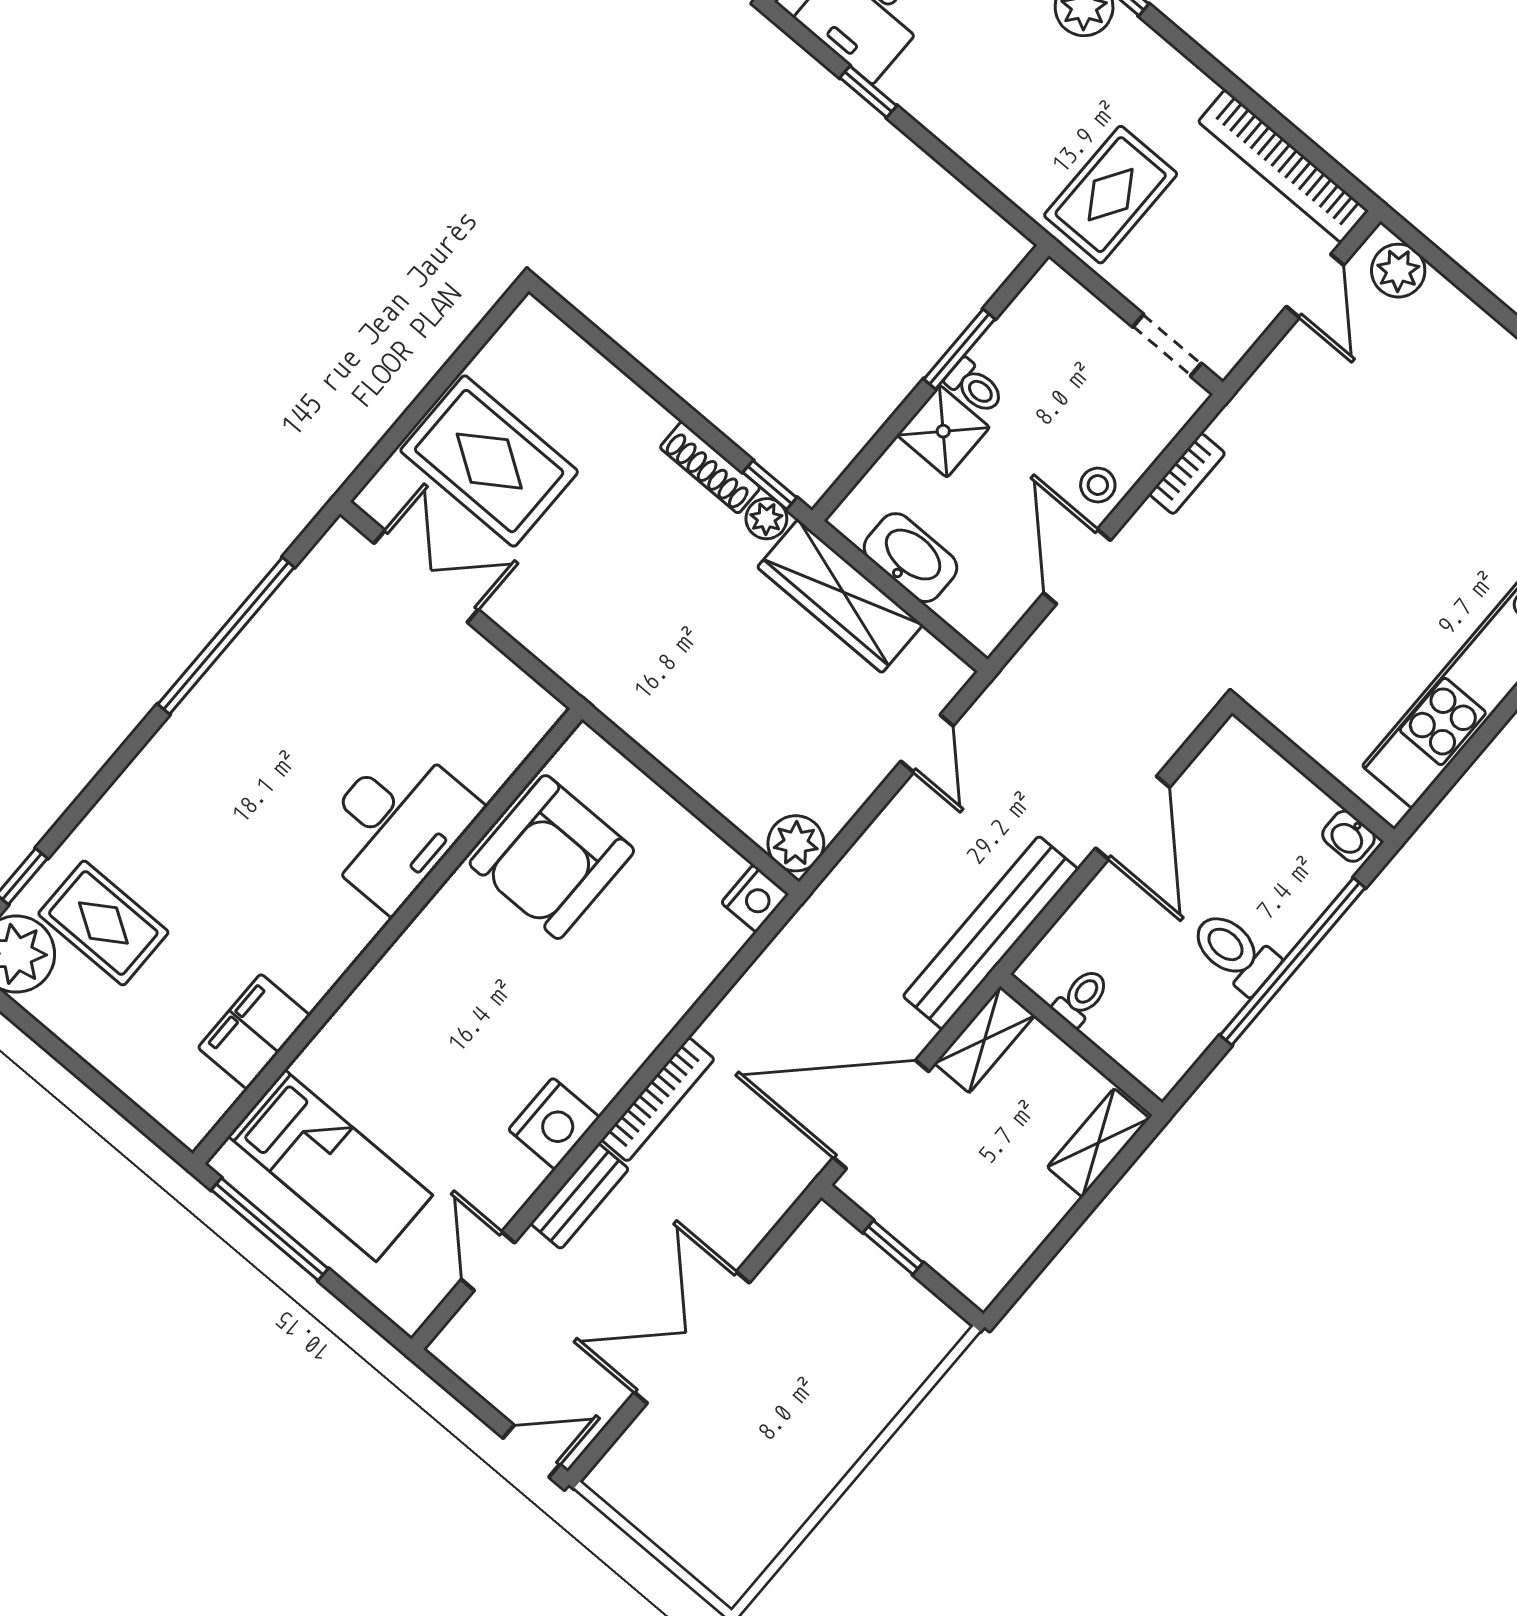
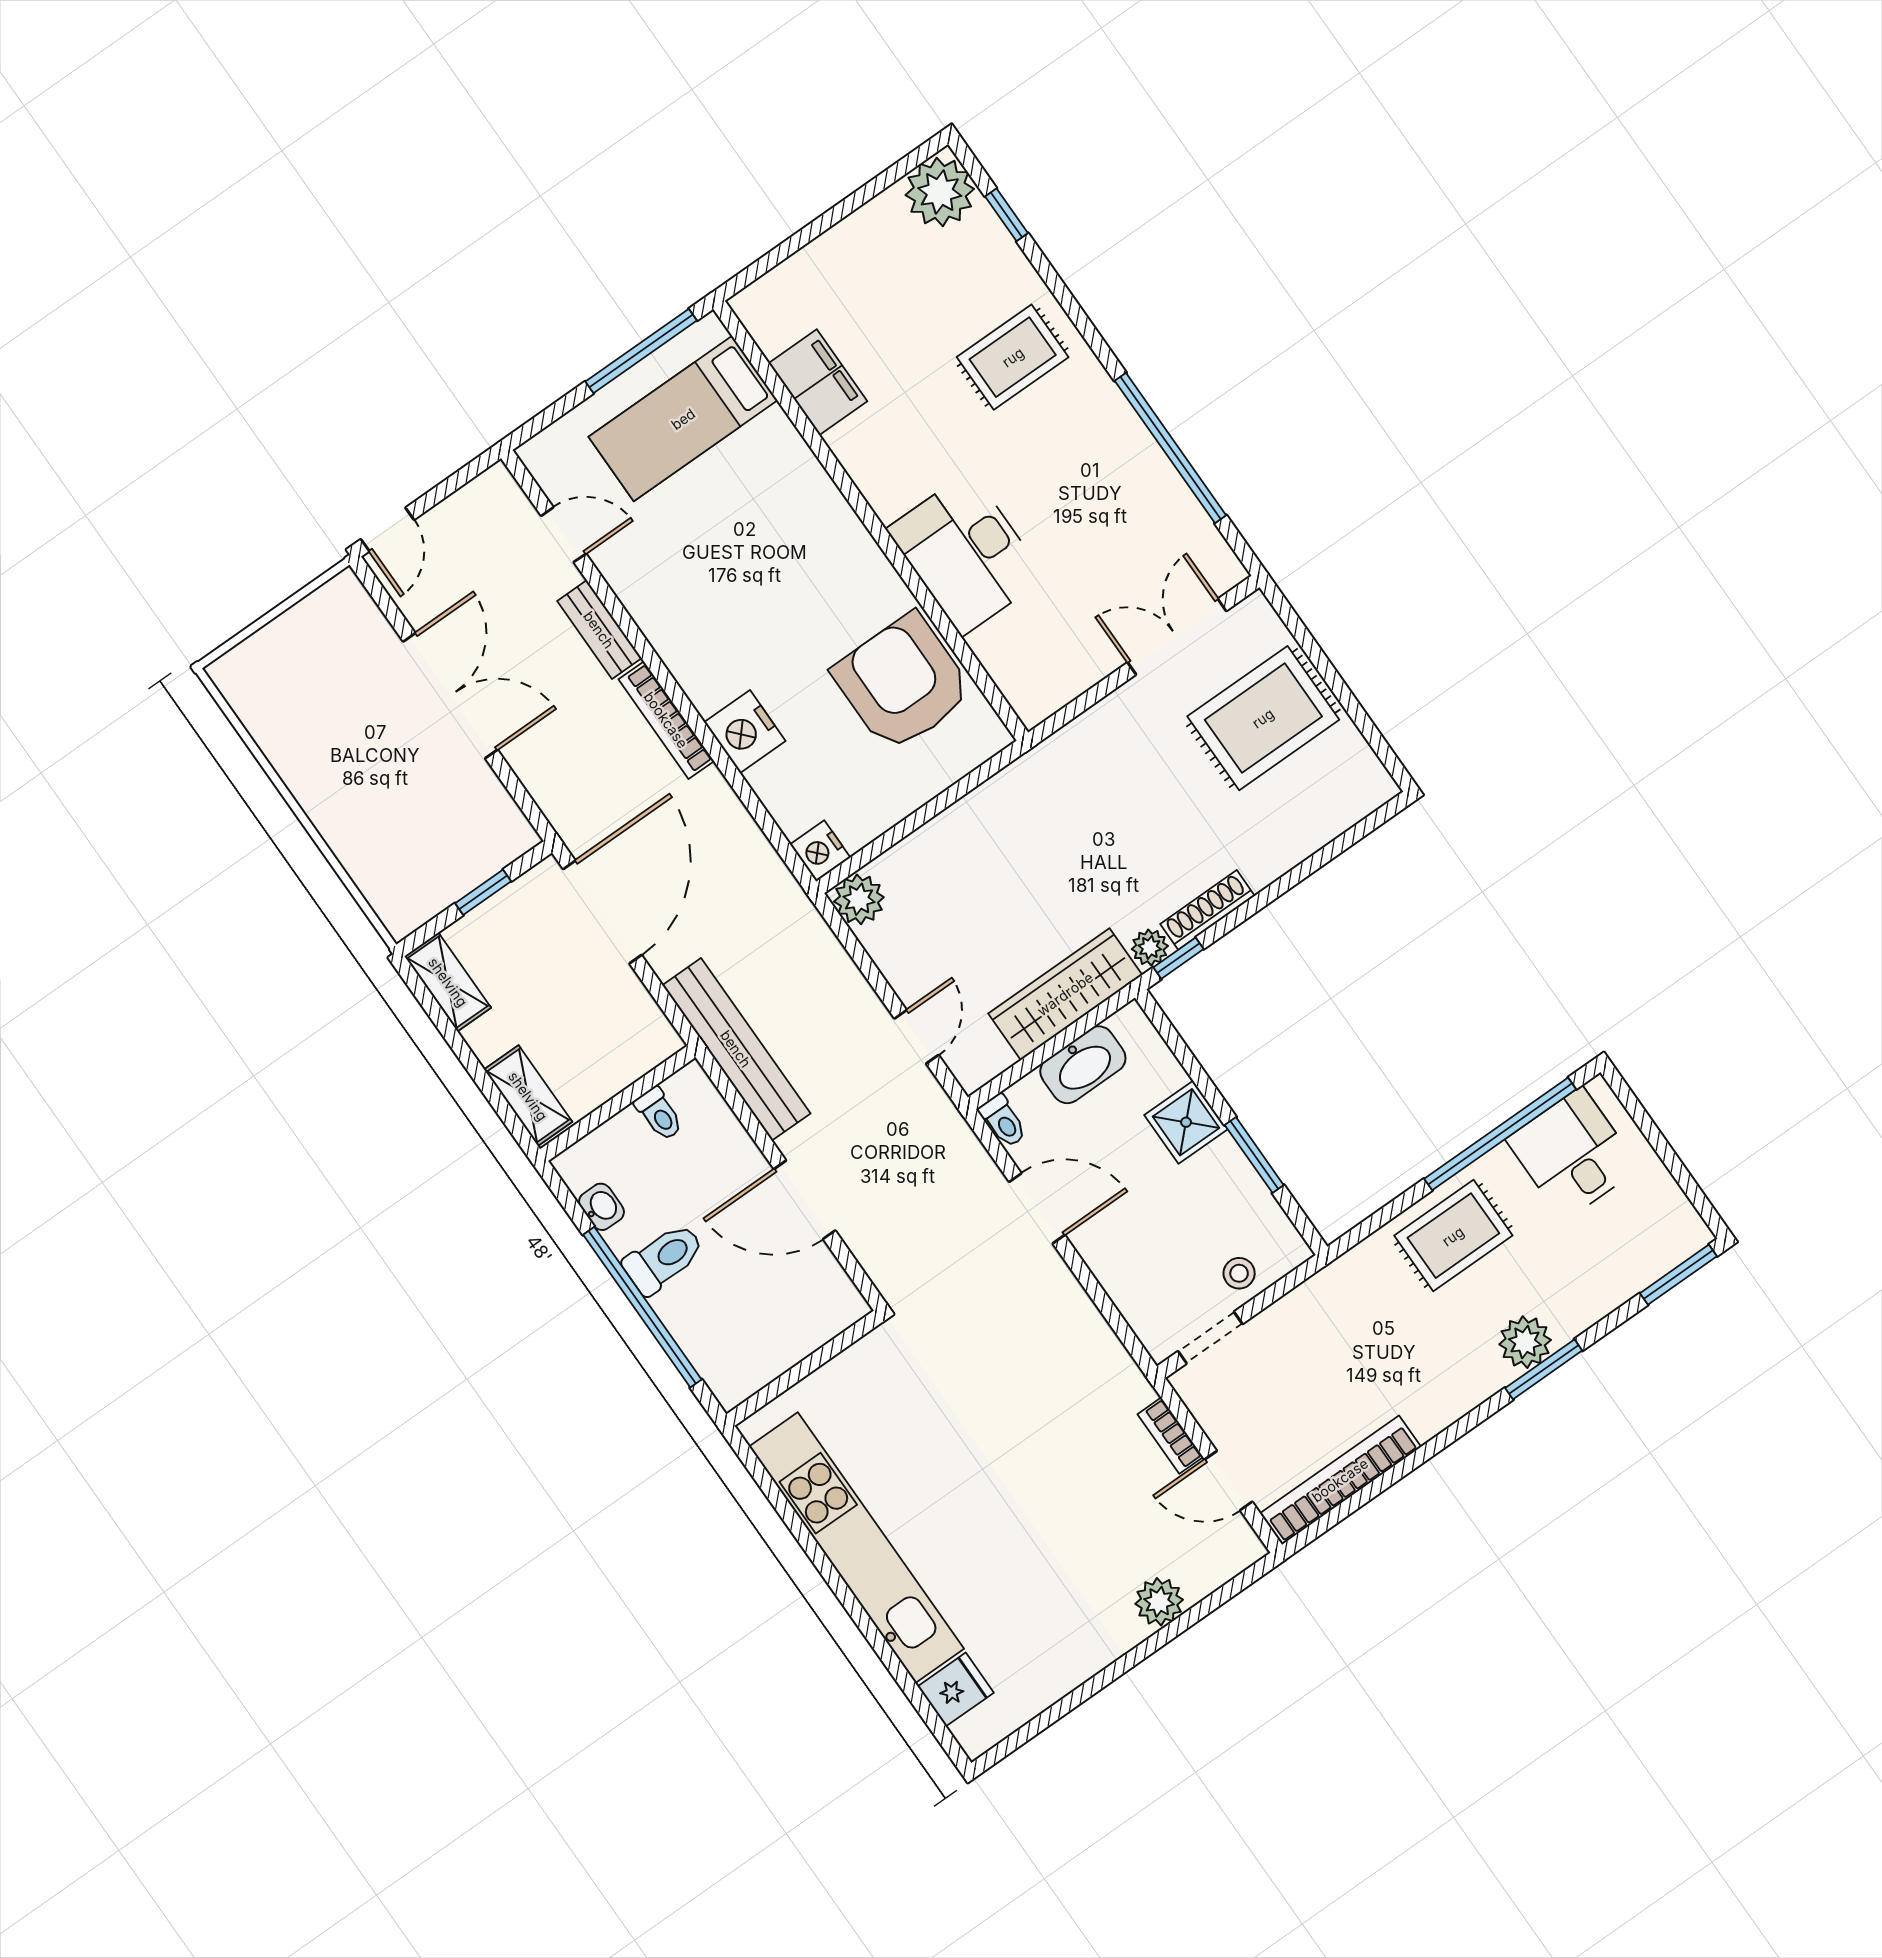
window: (868, 92) -> (1500, 1134), width x3.17
rug: (1111, 195) -> (1453, 1236), moved, turned 90
plant: (1398, 271) -> (1159, 1602), moved
toilet: (974, 386) -> (1003, 1121), moved, turned -90
bookcase: (1187, 474) -> (1170, 1436), moved
stool: (1098, 485) -> (1239, 1273), moved
double door: (426, 576) -> (1177, 637), swing flipped
door: (927, 744) -> (916, 1037), swing flipped
washbasin: (1349, 836) -> (601, 1207), moved, turned 90
rug: (103, 923) -> (1013, 357), moved
shelving: (985, 1040) -> (448, 982), moved
nightstand: (554, 1124) -> (745, 732), moved

